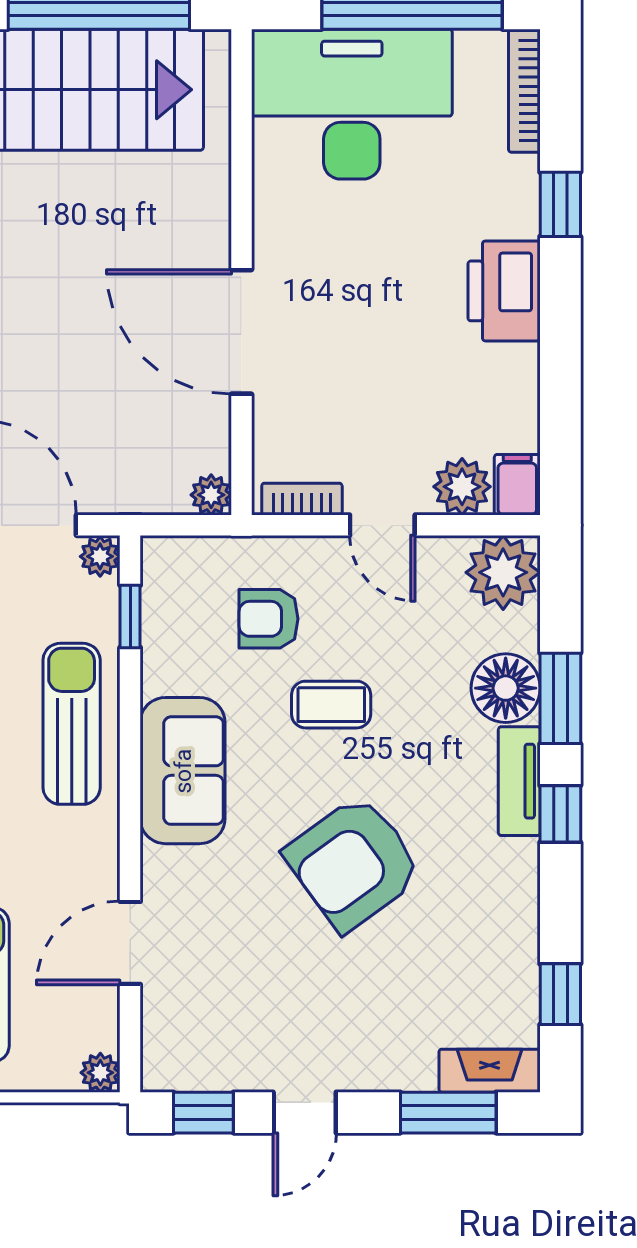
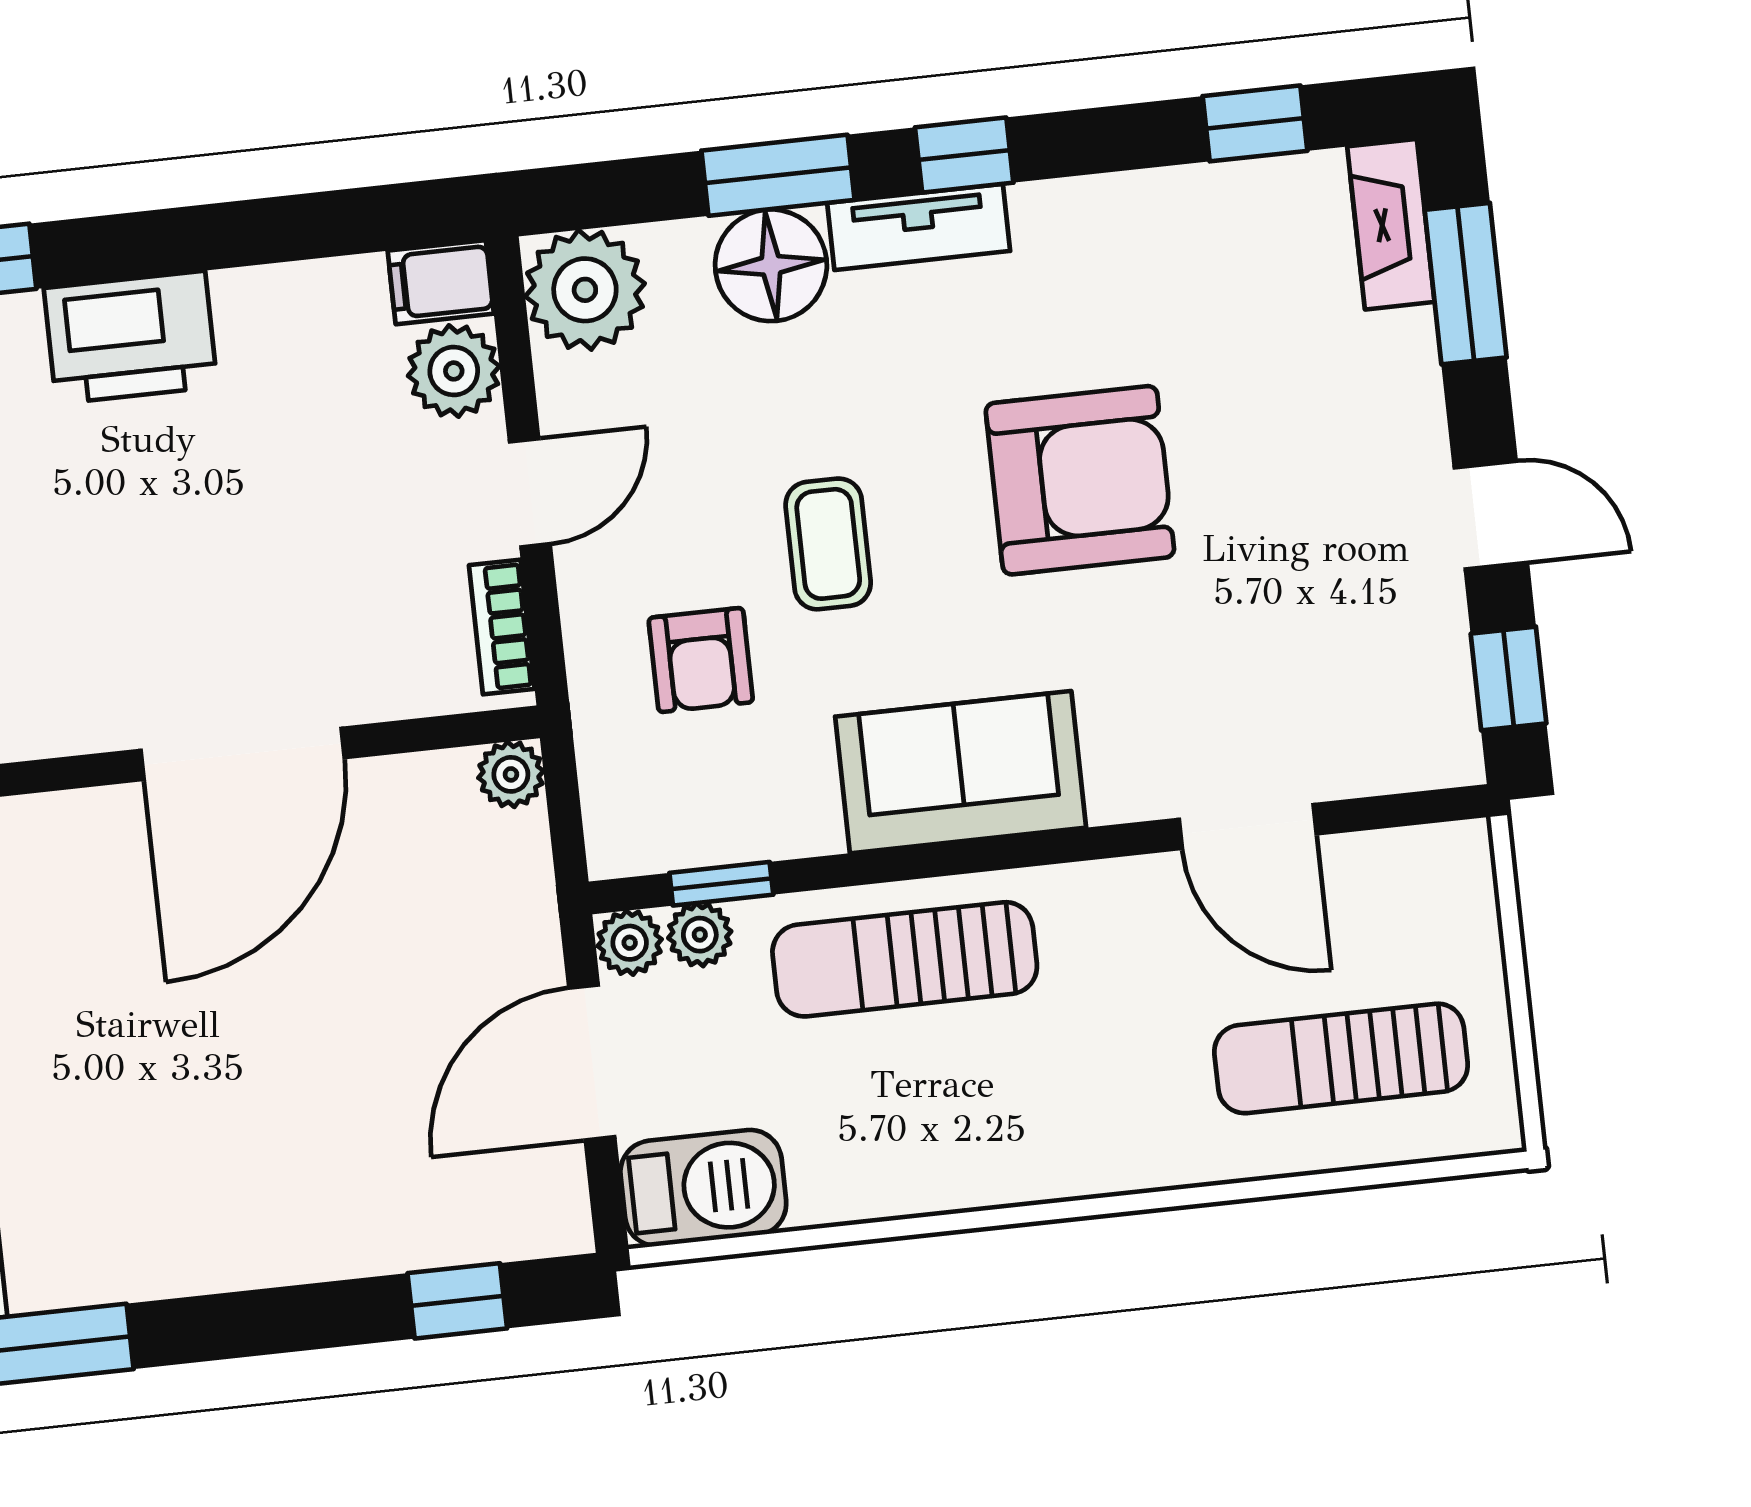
armchair: (353, 863) -> (1080, 480), turned -54
plant: (100, 1073) -> (700, 935), moved

